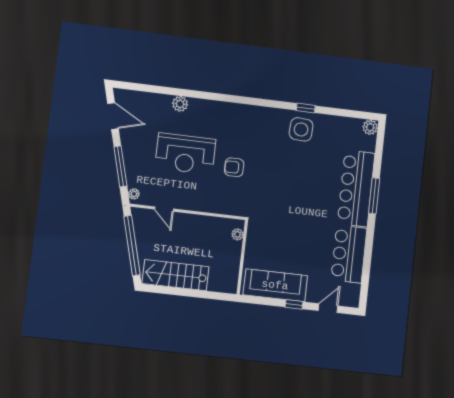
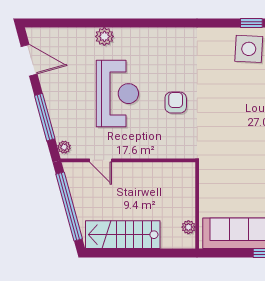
reception desk: (185, 154) -> (117, 94), turned -90
armchair: (234, 167) -> (176, 103), turned 90
plant: (237, 234) -> (188, 227), moved

